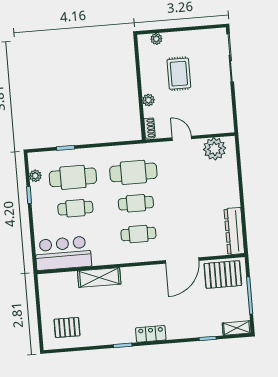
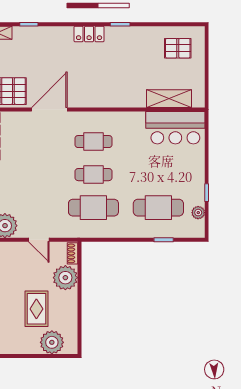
plant: (156, 39) -> (52, 342), width x1.88, depth x1.88
plant: (148, 100) -> (65, 278), width x1.88, depth x1.88
cafe table: (75, 208) -> (158, 175), removed
shelving: (99, 277) -> (169, 99), moved

